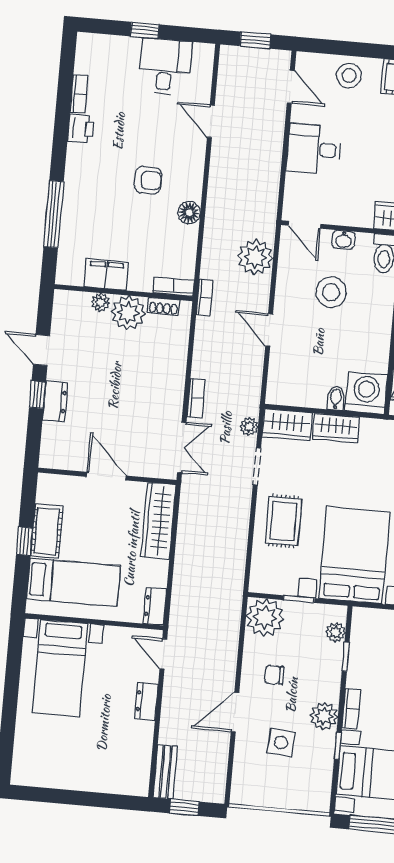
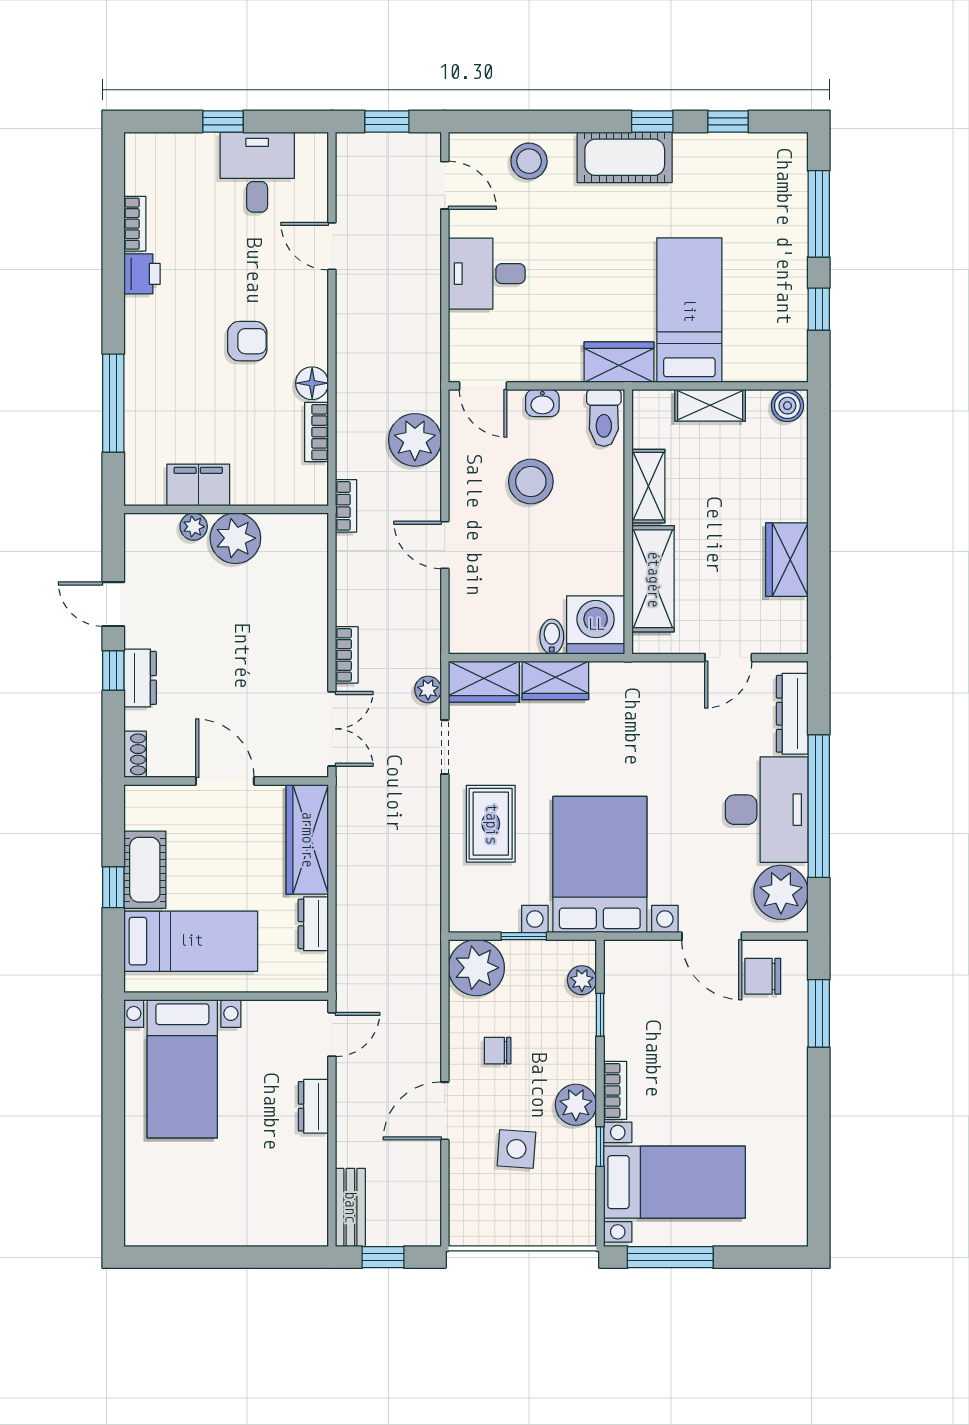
bookcase: (174, 287) -> (317, 432), moved, turned -90
shoe rack: (163, 306) -> (135, 754), moved, turned -90
dresser: (155, 606) -> (313, 924), moved
door: (163, 654) -> (332, 1034), swing flipped

